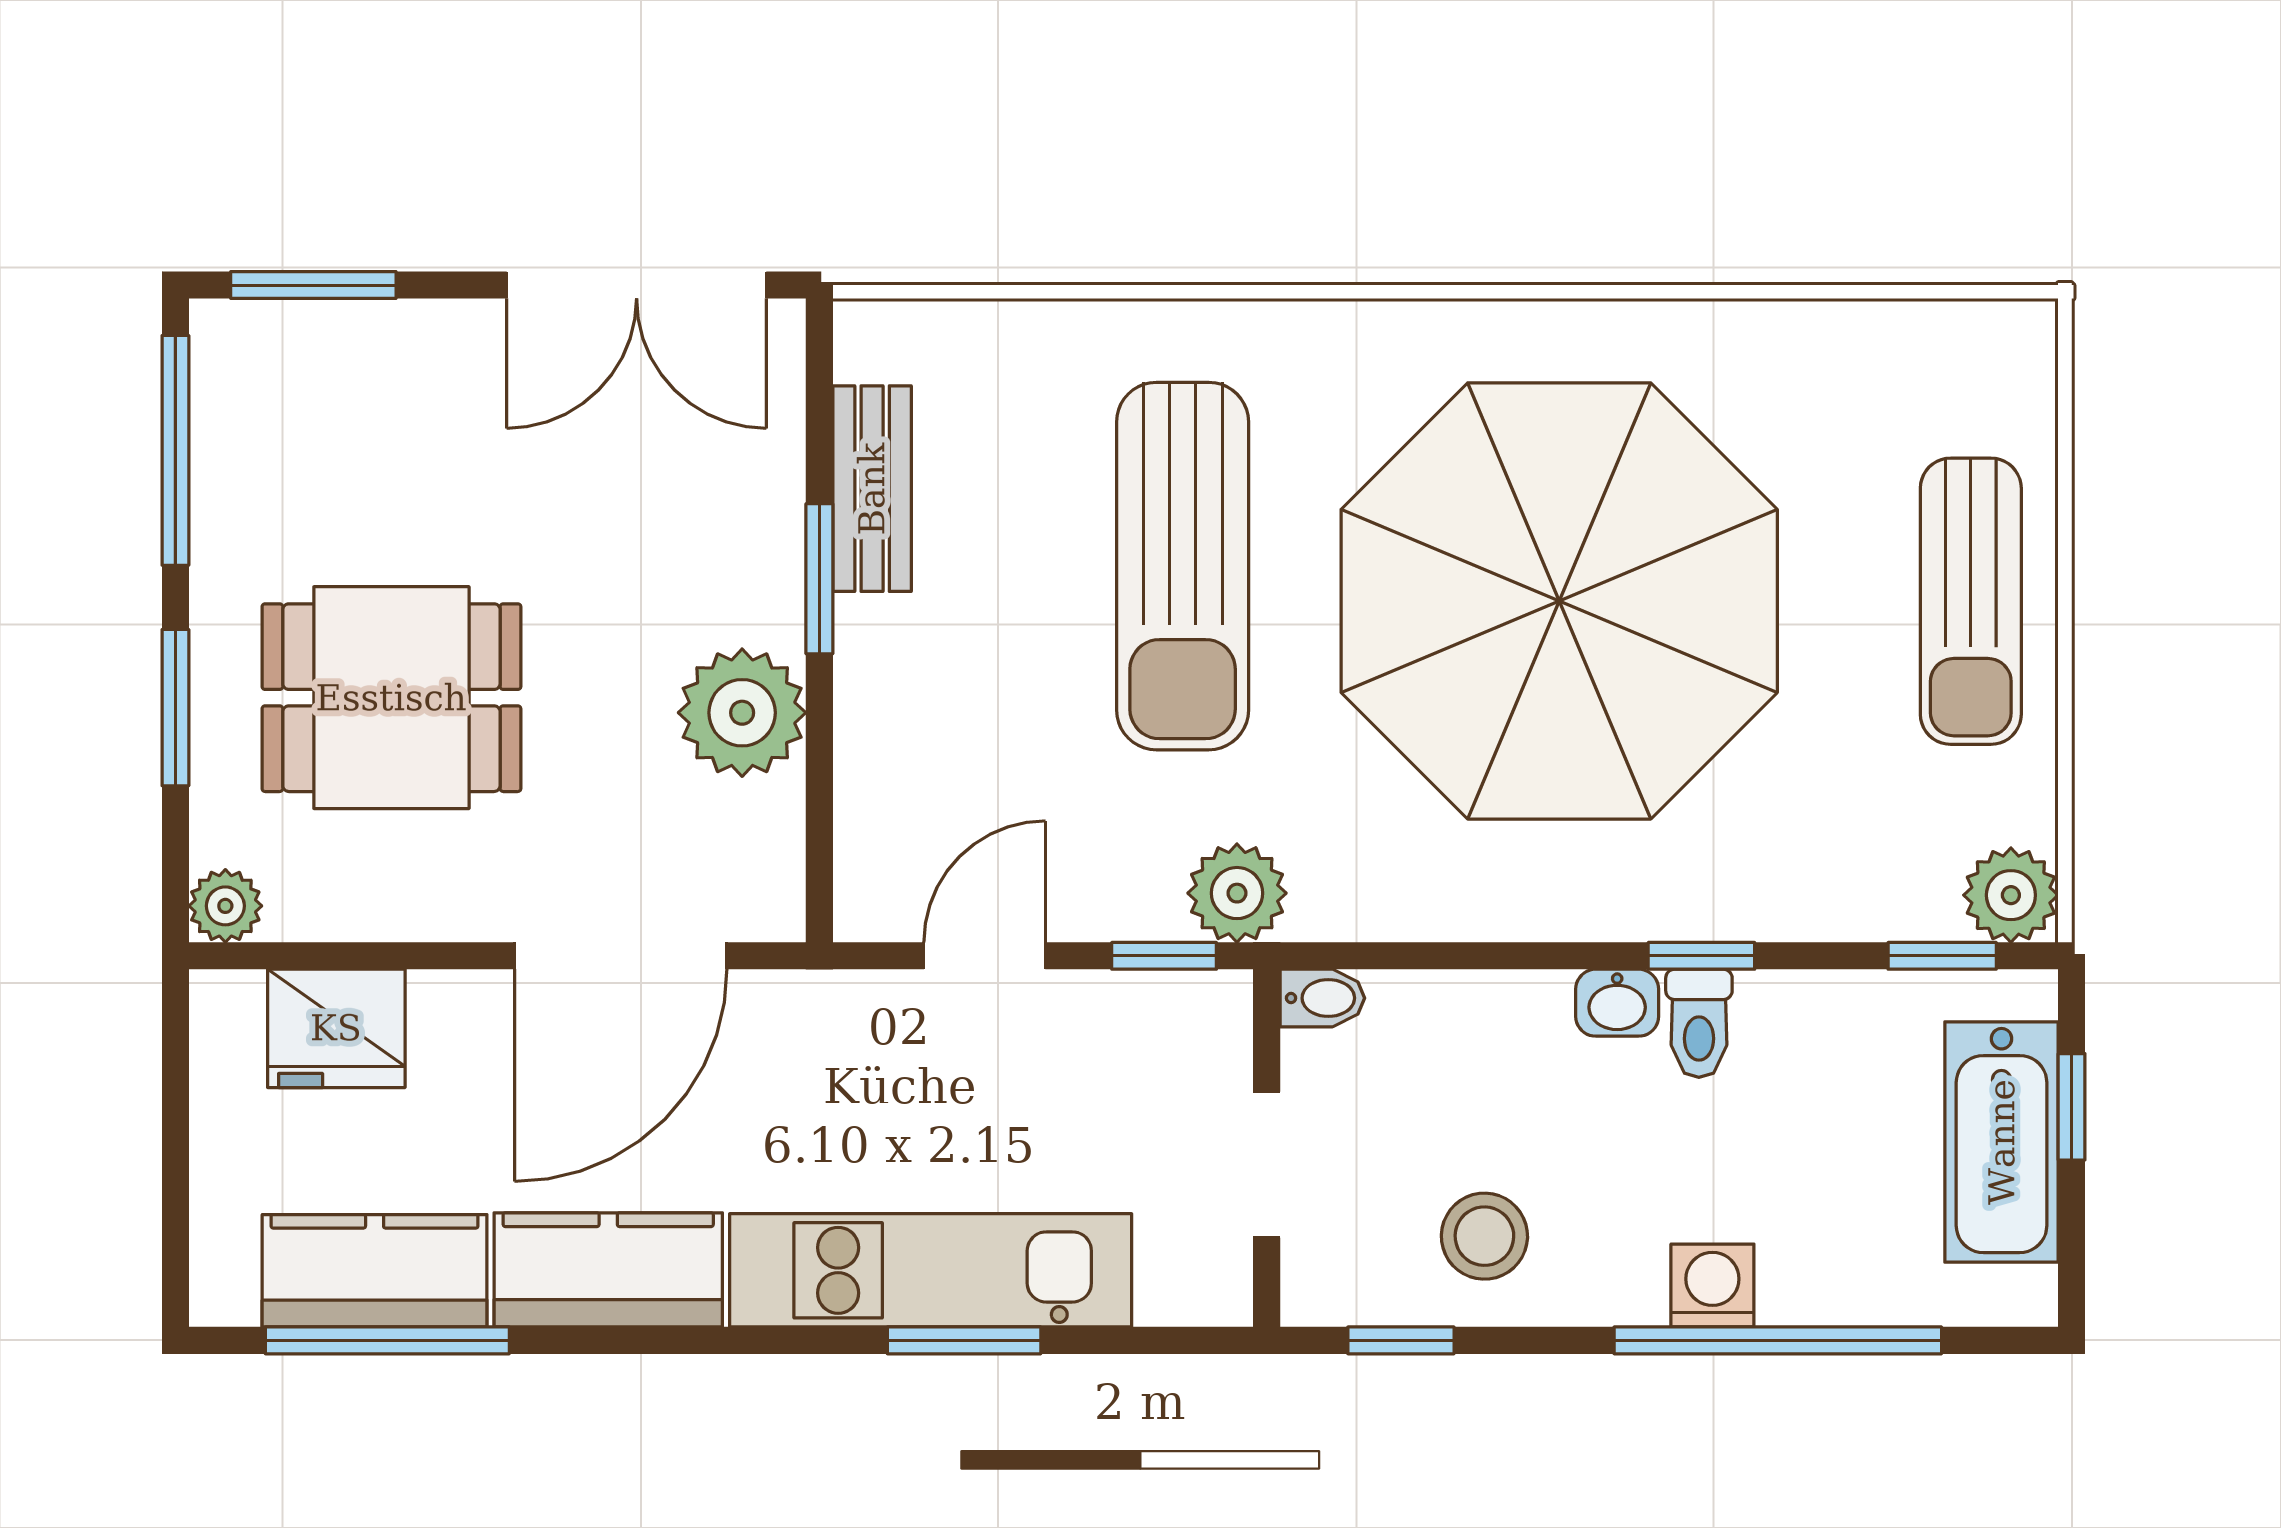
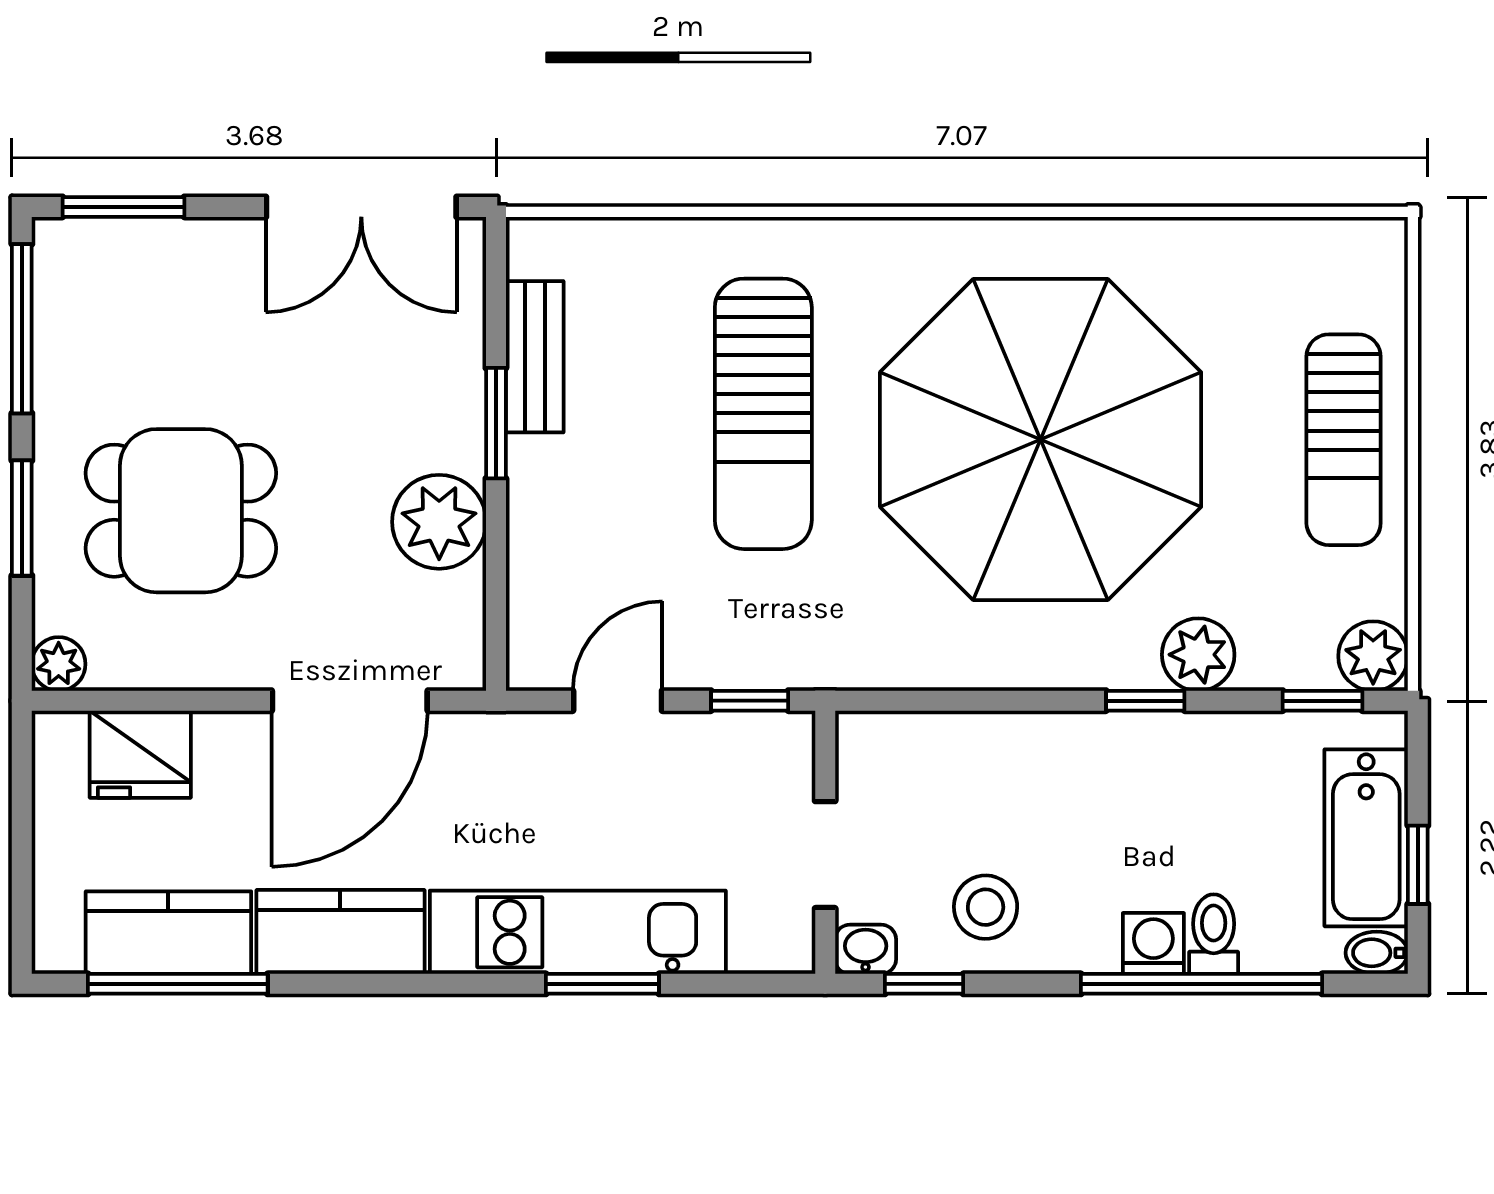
plant: (1237, 893) -> (1198, 655), moved
bidet: (1322, 998) -> (1377, 953), moved, turned 180
washbasin: (1617, 1003) -> (866, 949), moved, turned 180
toilet: (1699, 1023) -> (1214, 934), moved, turned 180
window: (2072, 1107) -> (1418, 865), moved

